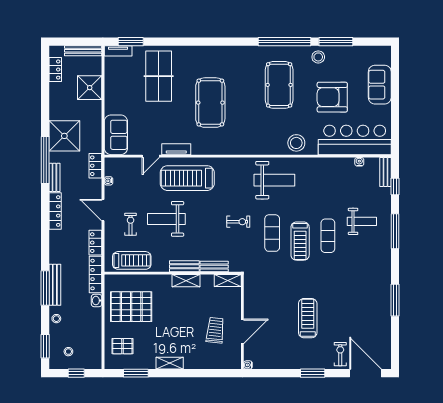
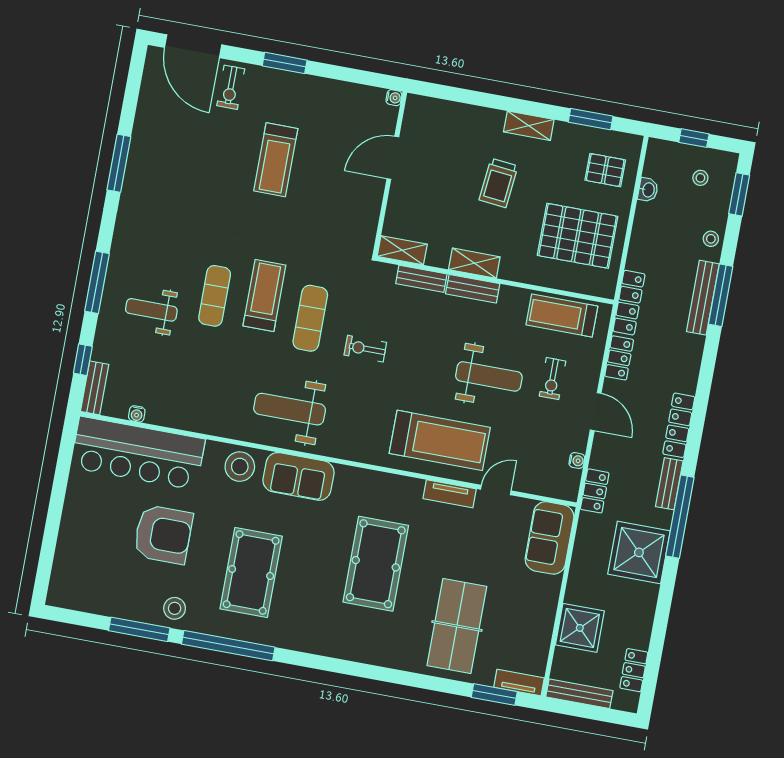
sofa: (380, 85) -> (299, 476), moved, turned 90
washbasin: (97, 301) -> (648, 190), moved
trolley: (215, 330) -> (499, 183), moved

